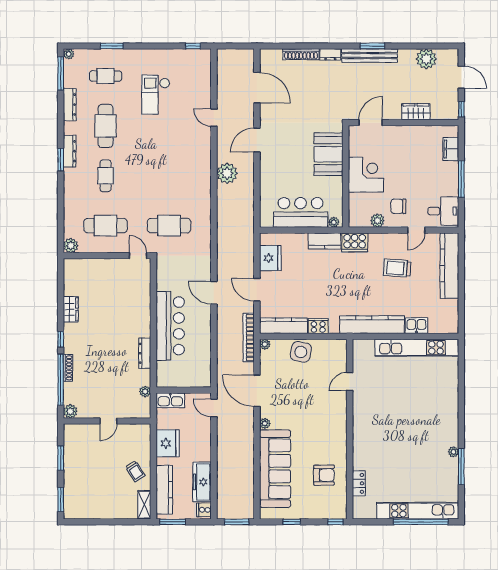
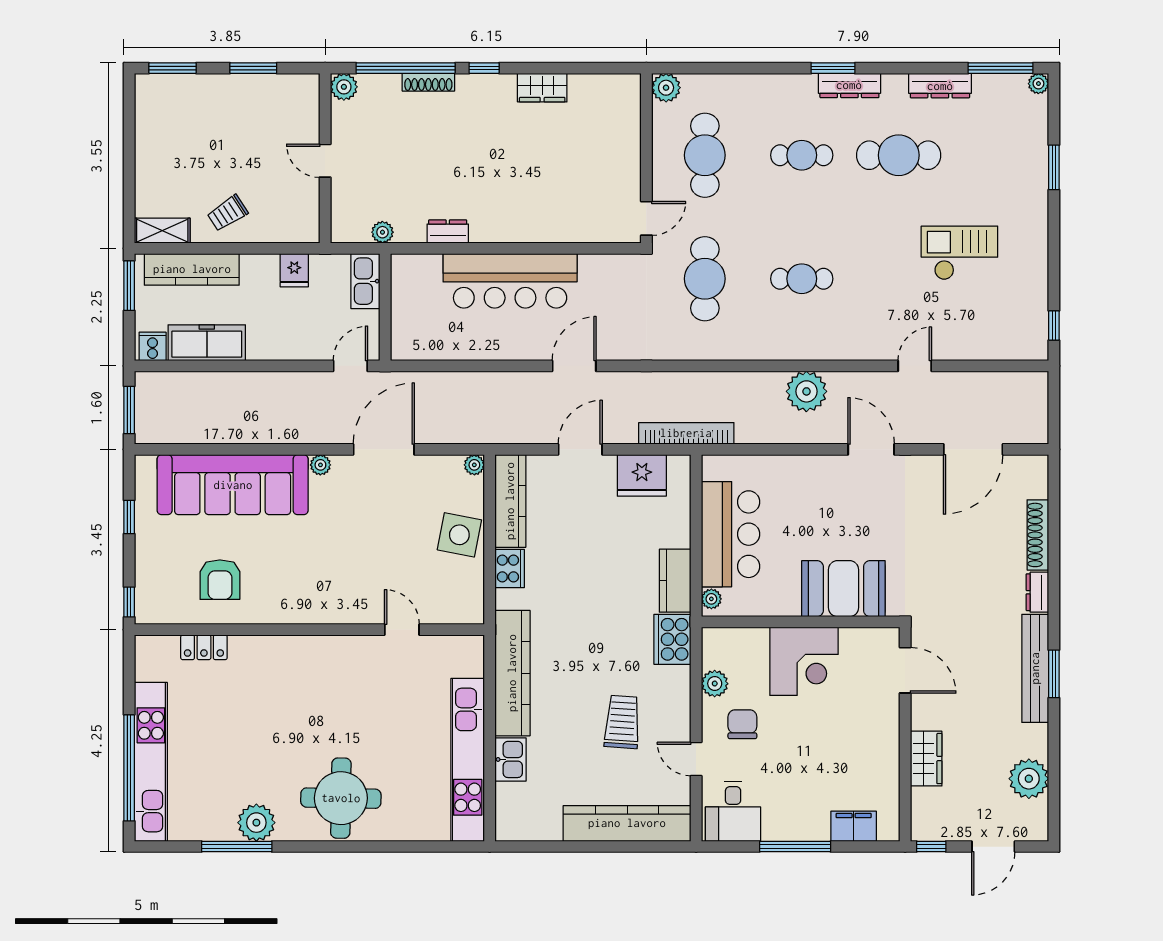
cafe table: (106, 76) -> (802, 279), moved, turned 90
bookcase: (249, 337) -> (686, 433), moved
dresser: (145, 353) -> (448, 231), width x0.70
round table: (436, 413) -> (341, 798), added
fridge: (168, 443) -> (294, 270), width x0.53, depth x0.75
plant: (453, 452) -> (256, 823), width x1.88, depth x1.88

